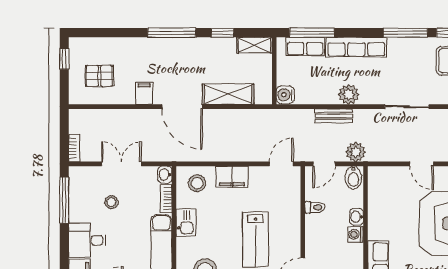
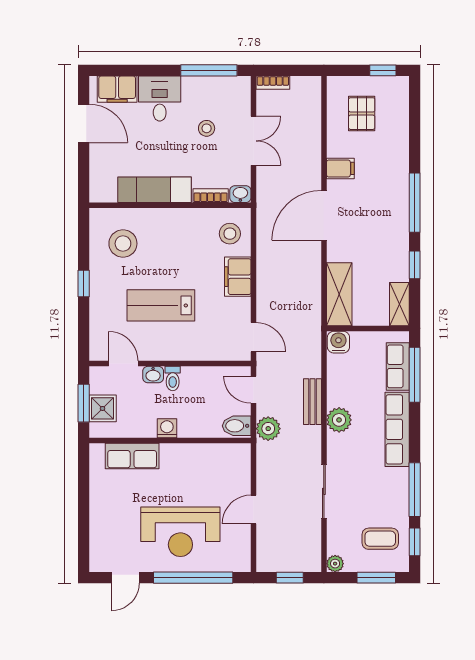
shelving: (228, 94) -> (339, 294), moved
toilet: (315, 207) -> (173, 379), moved
washbasin: (357, 217) -> (153, 375), moved, turned 180
kitchen sink: (186, 222) -> (182, 220), removed

